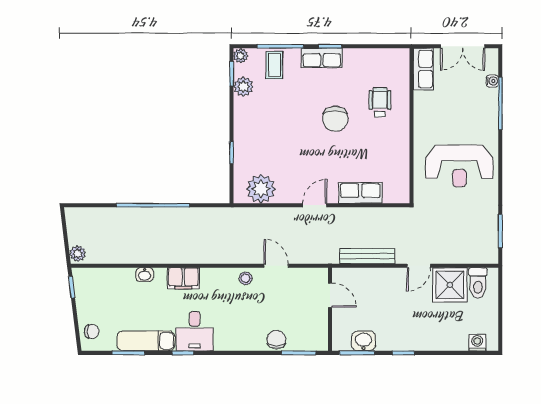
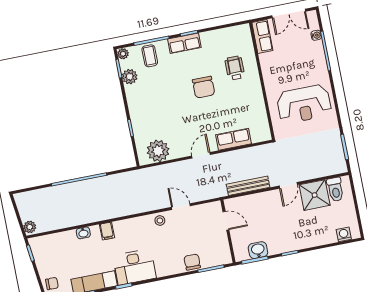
filing cabinet: (183, 278) -> (107, 231), width x0.50
desk: (195, 331) -> (134, 267), width x1.37

